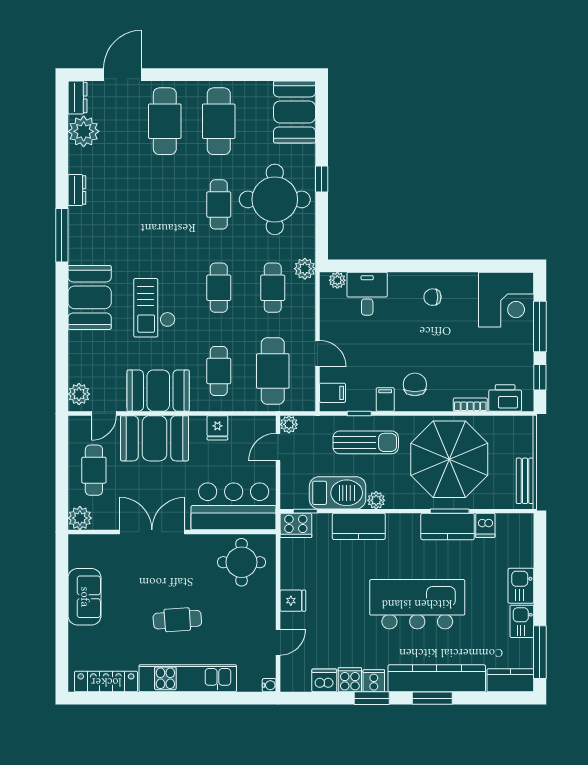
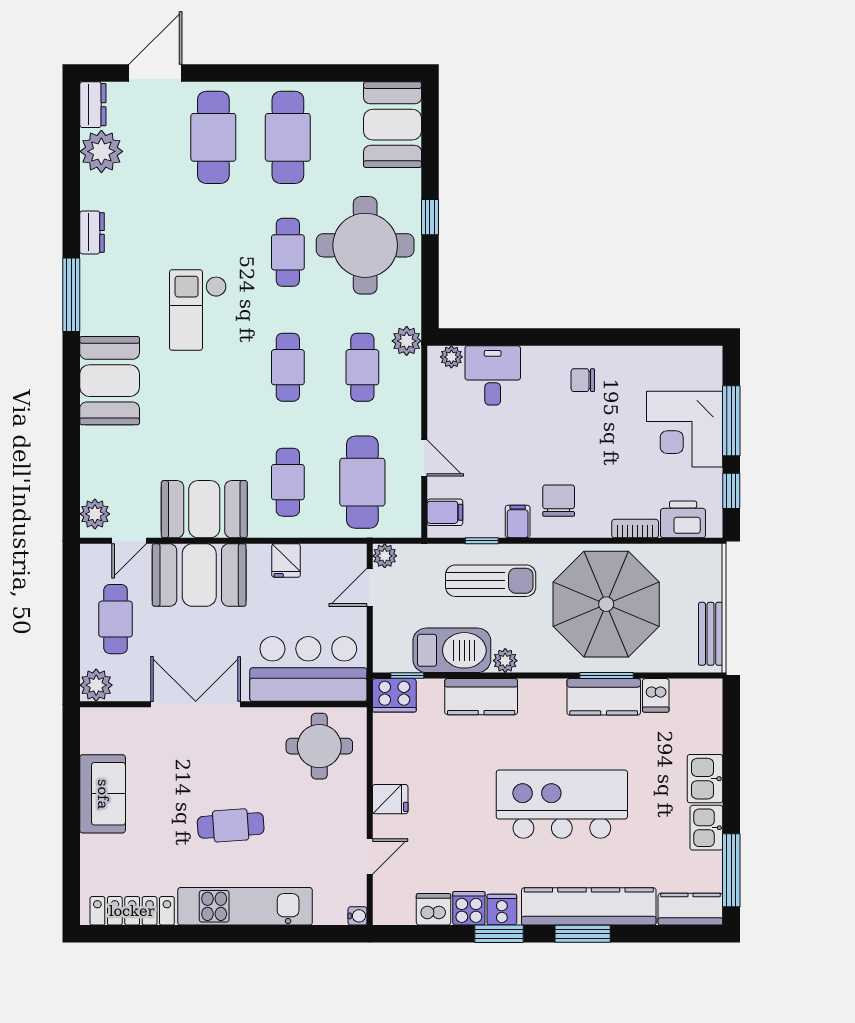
corner desk: (506, 300) -> (685, 429), moved, turned 90
checkout: (154, 308) -> (198, 310), moved

